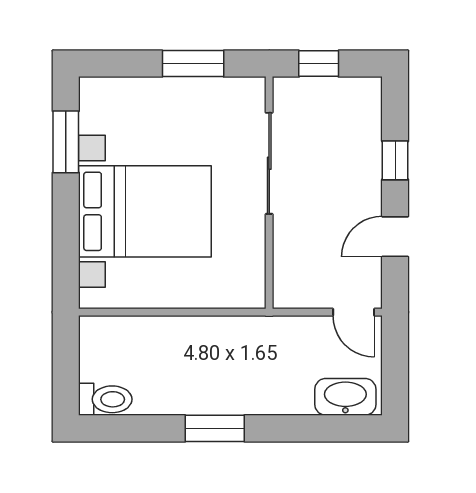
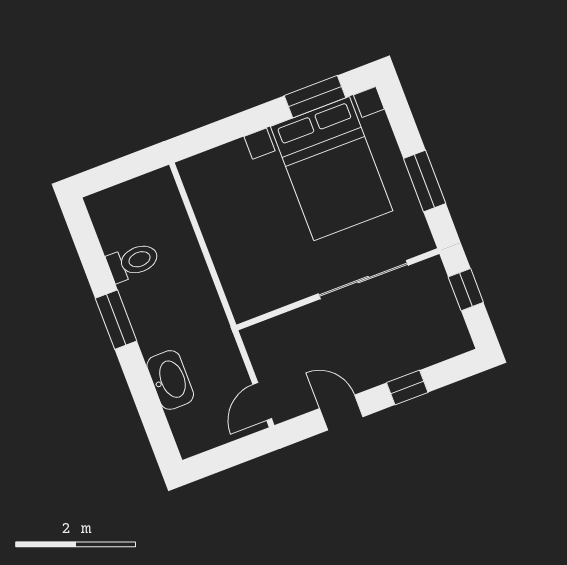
bed with nightstands: (145, 211) -> (332, 169), moved
washbasin: (345, 397) -> (170, 380), moved
toilet: (105, 399) -> (133, 262), moved, turned -90

